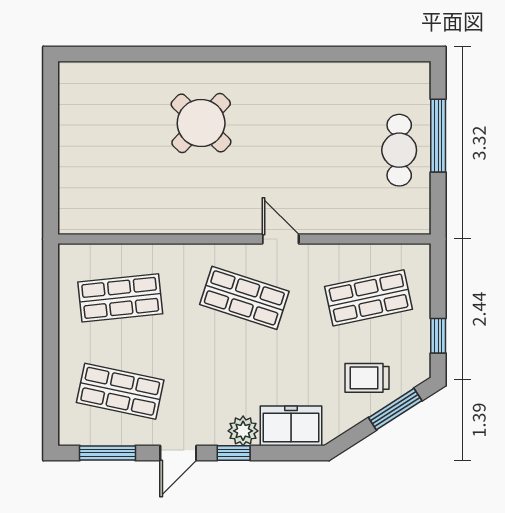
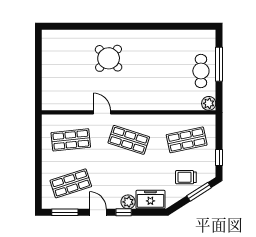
plant: (416, 220) -> (209, 103), added
door: (281, 239) -> (102, 112), moved
shop shelf: (120, 391) -> (71, 183), turned -30
door: (178, 453) -> (98, 212), swing flipped

